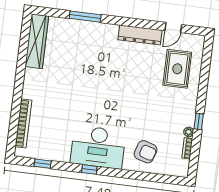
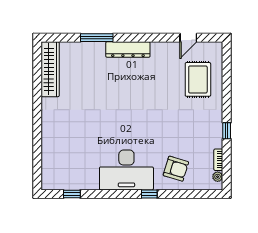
dresser: (140, 35) -> (128, 49), moved
bookcase: (23, 123) -> (47, 155), removed
plant: (189, 132) -> (218, 177), moved
window: (89, 169) -> (149, 194), moved

